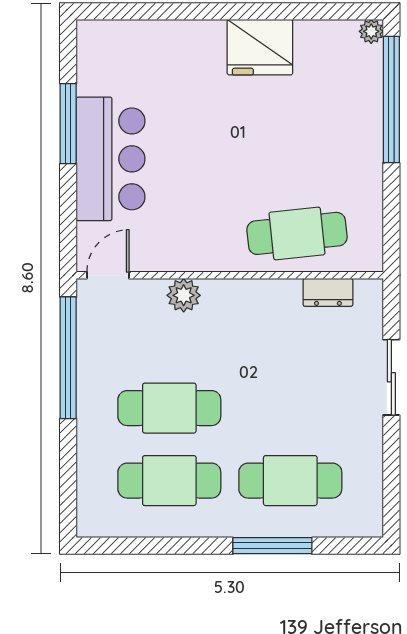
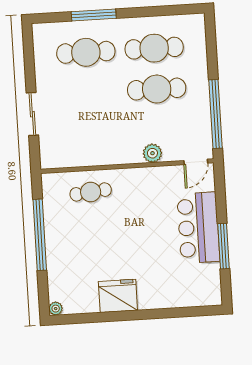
window: (391, 100) -> (40, 235), moved
cafe table: (297, 233) -> (91, 192), width x0.73, depth x0.74
dresser: (328, 292) -> (71, 160), removed

